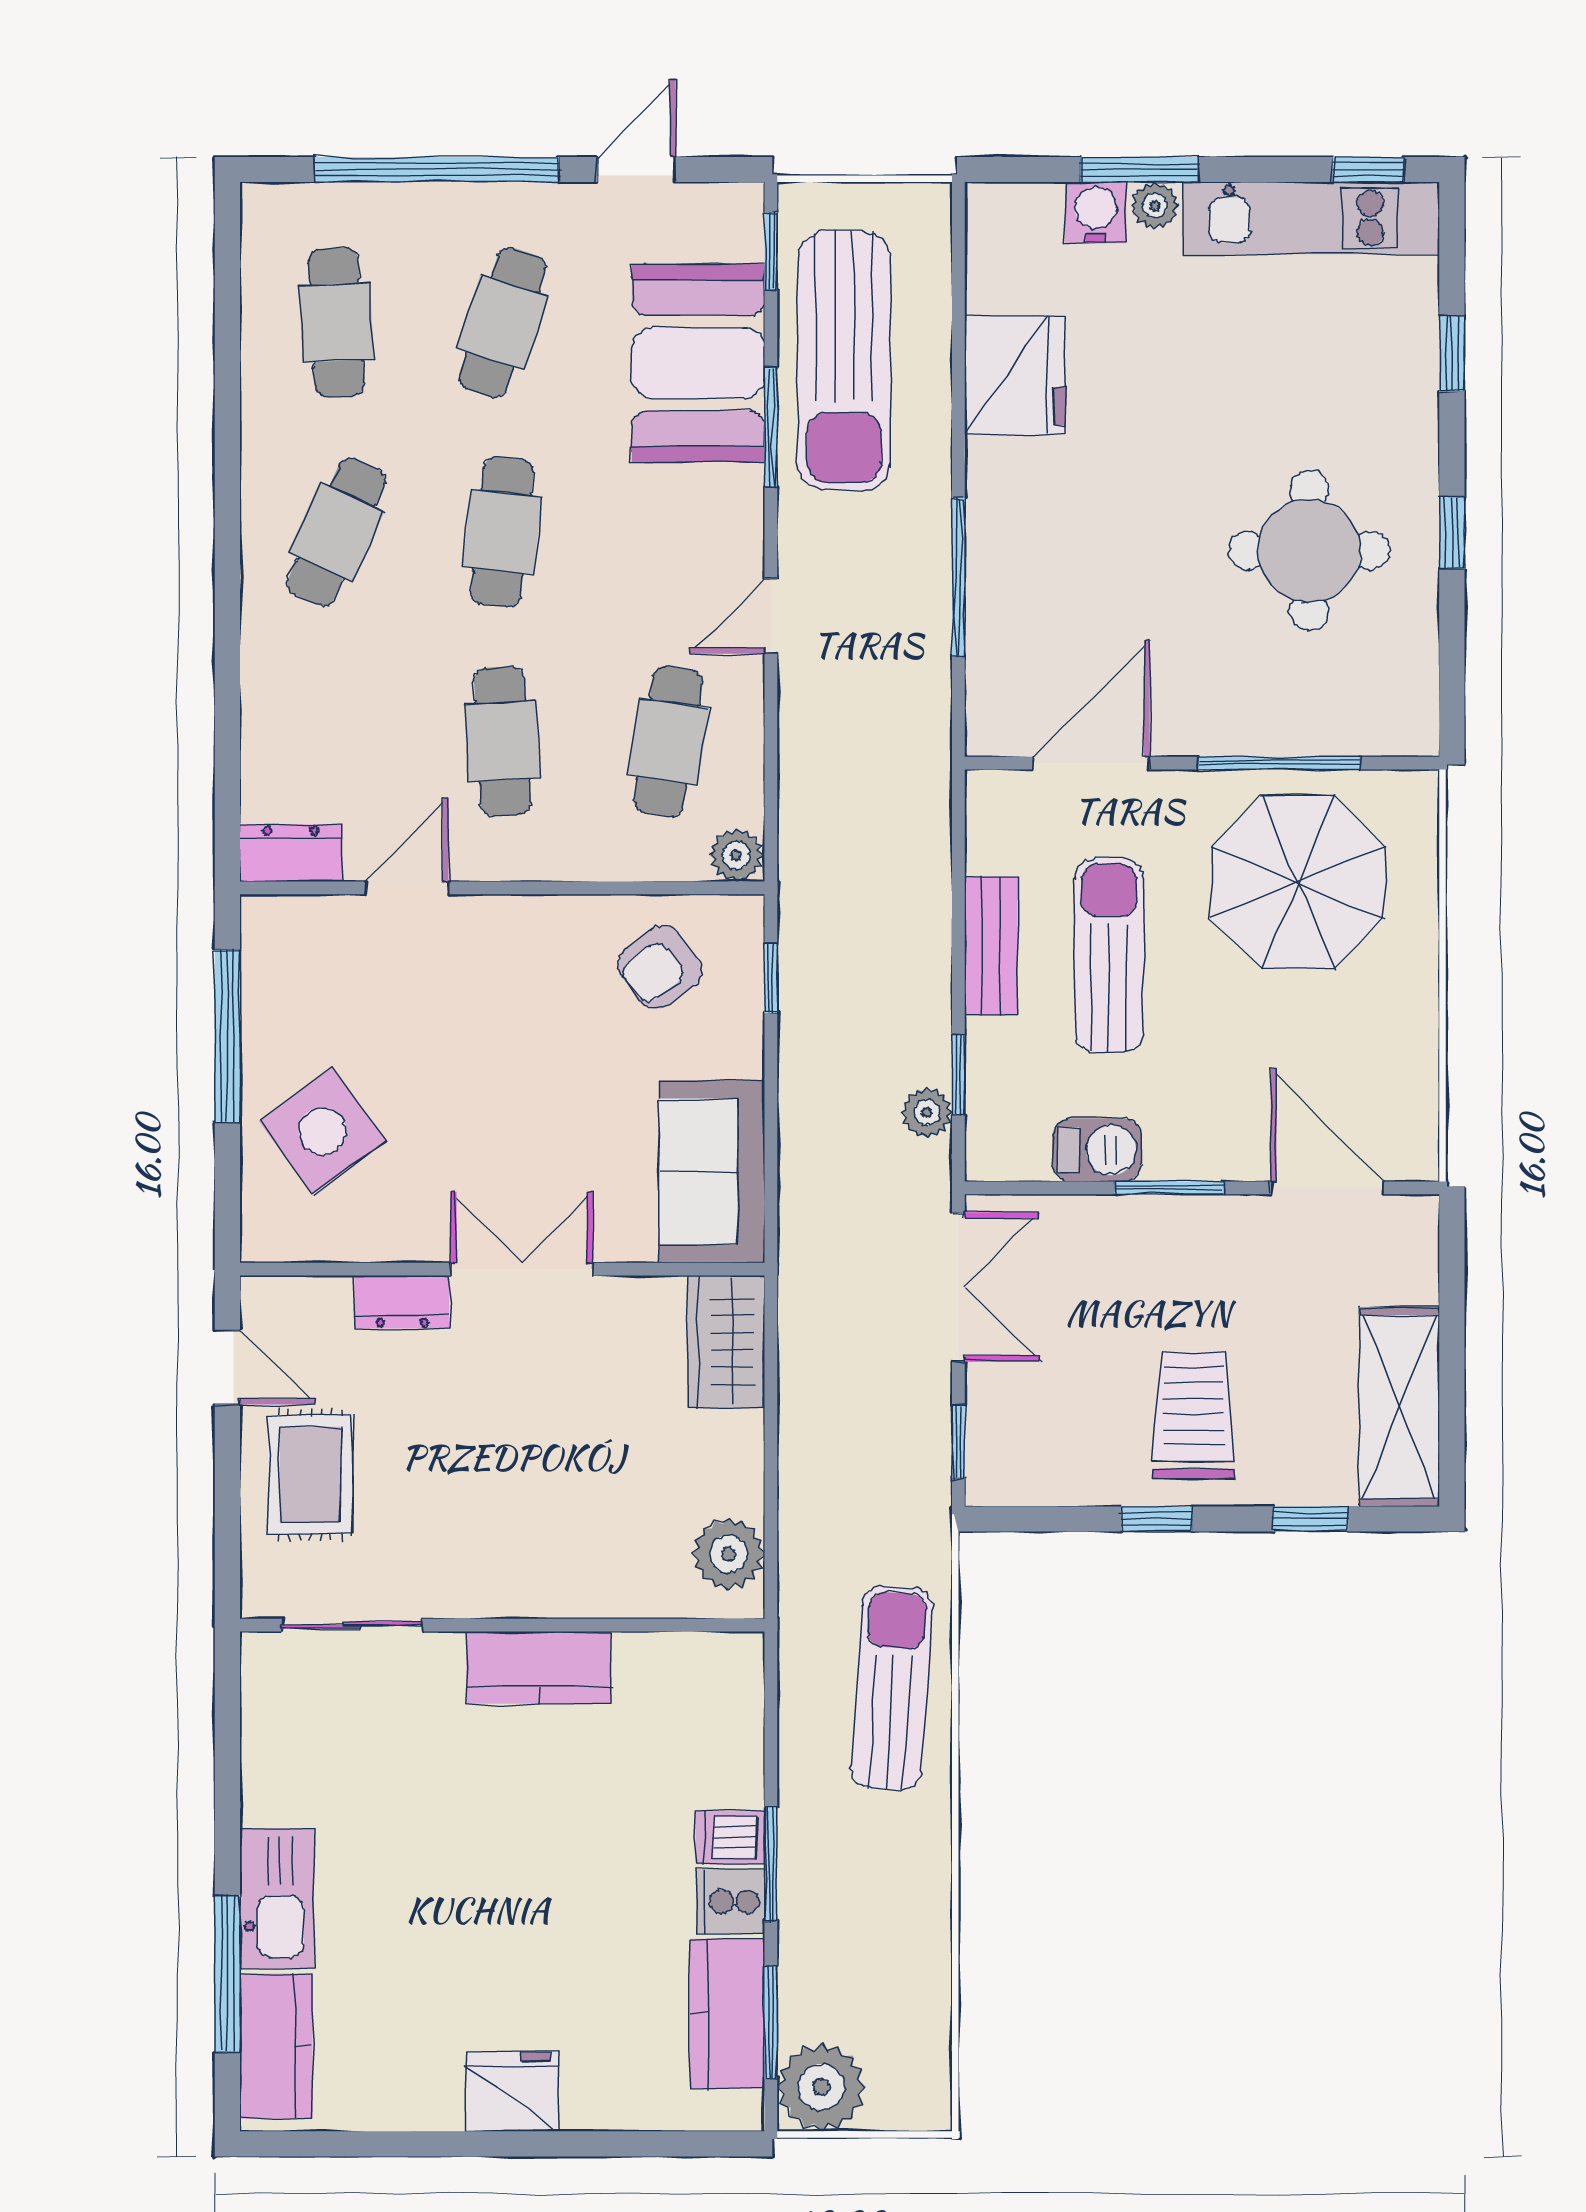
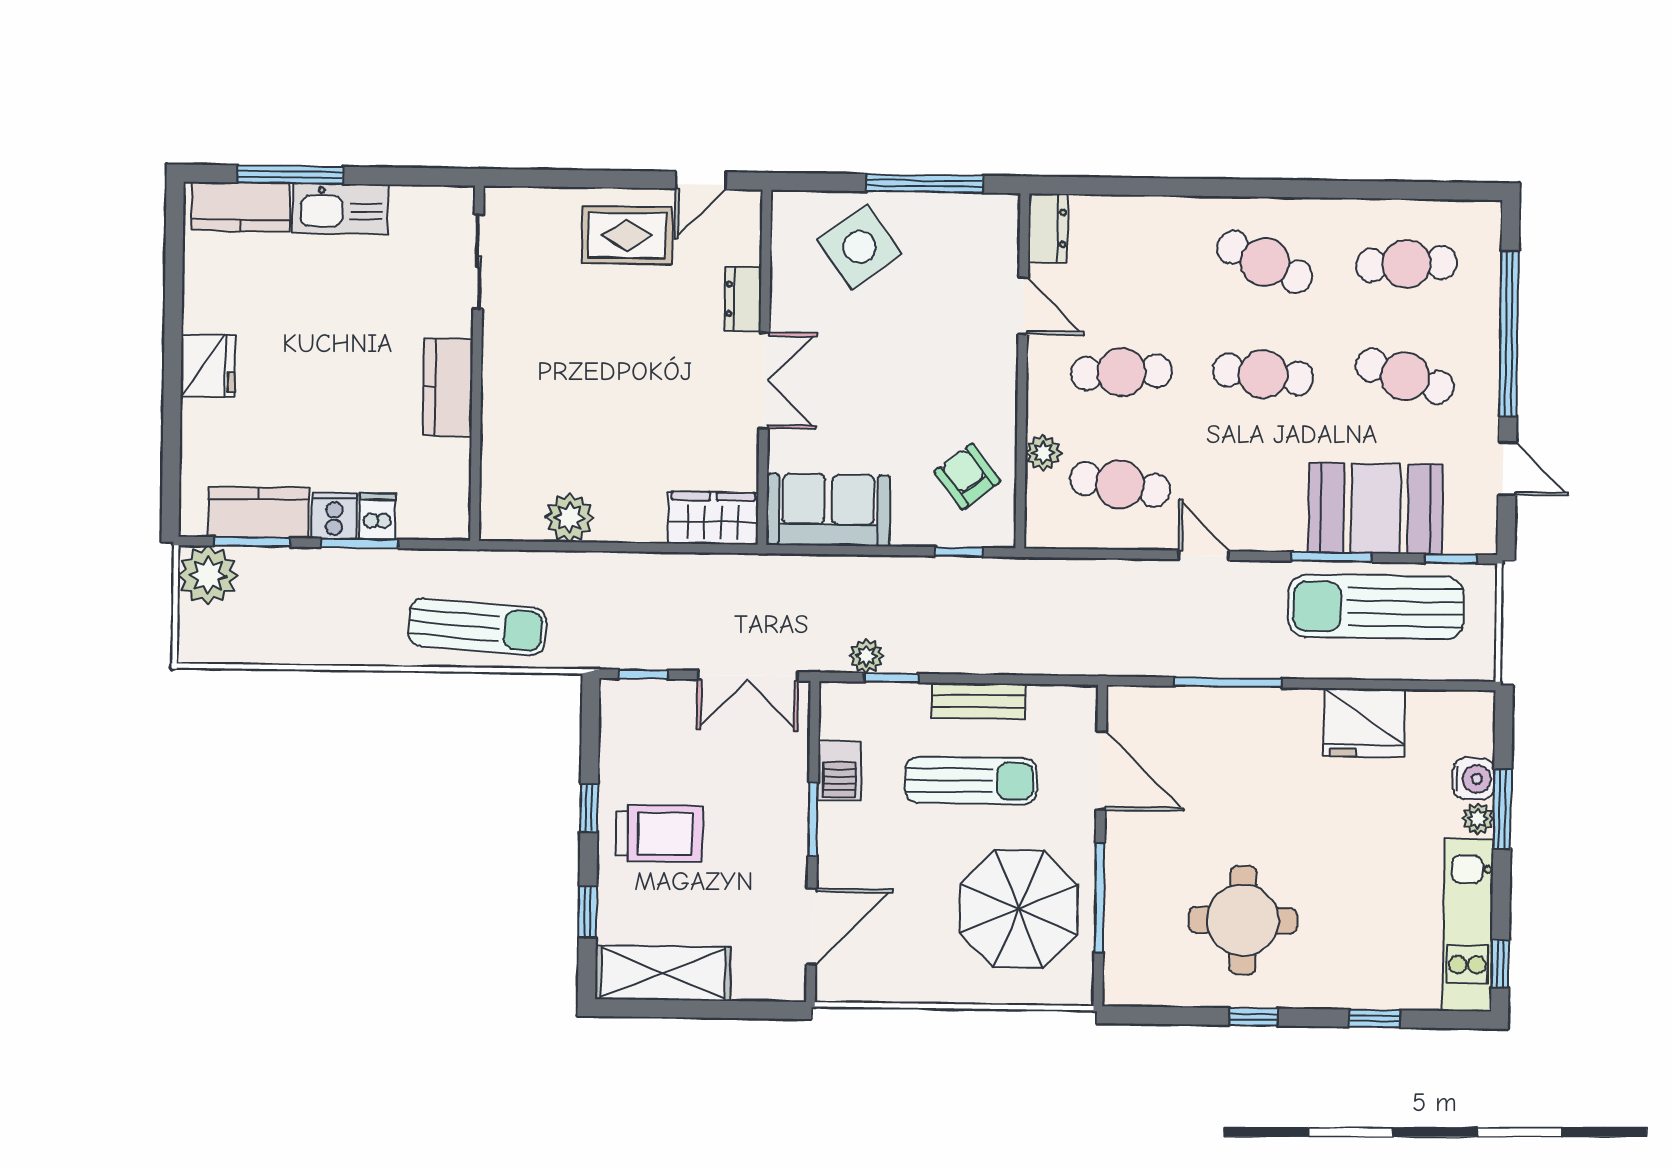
plant: (736, 855) -> (1043, 453), moved
sliding door: (352, 1625) -> (478, 262), moved
wall: (502, 1625) -> (477, 363), moved
kitchen counter: (538, 1668) -> (448, 387), moved

